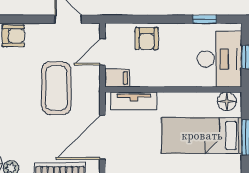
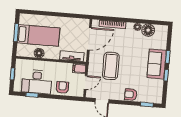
desk: (220, 59) -> (37, 82), moved, turned -90
floor lamp: (227, 101) -> (39, 53), moved

